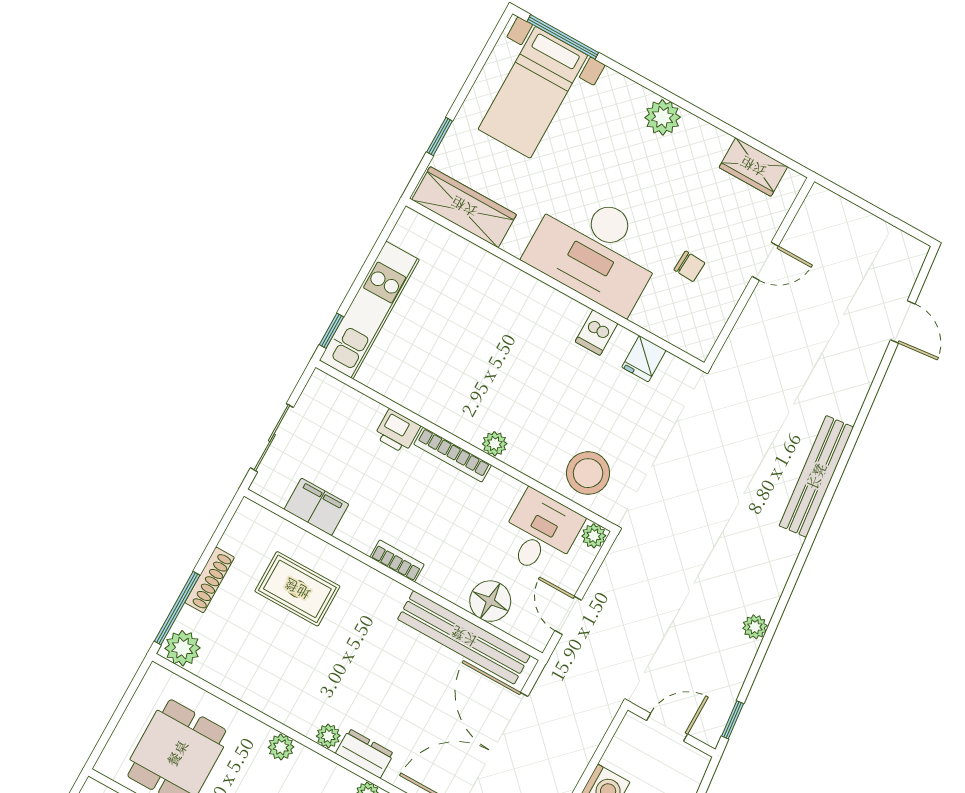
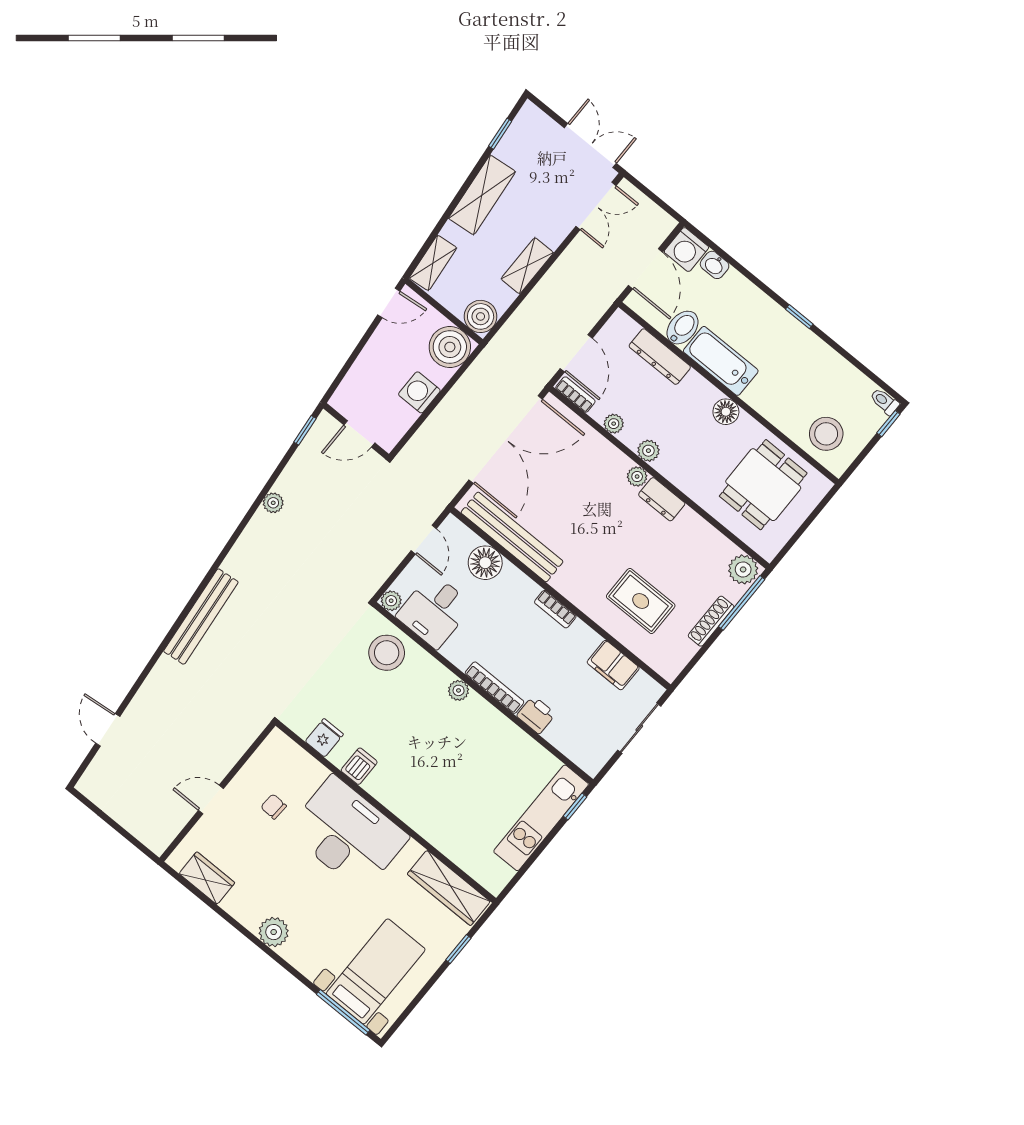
plant: (281, 747) -> (648, 451), moved
dresser: (365, 753) -> (662, 499), moved

